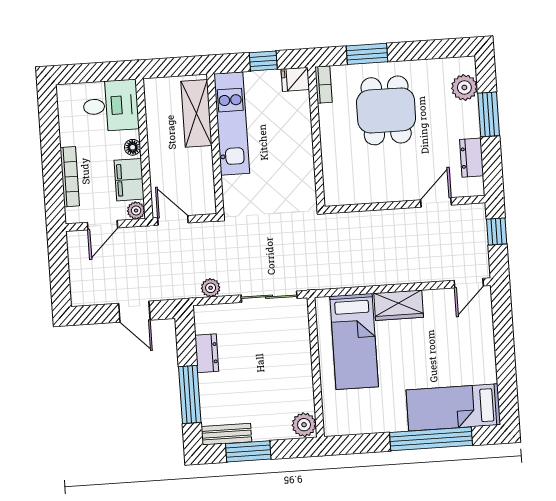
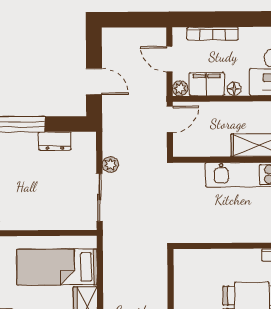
plant: (211, 288) -> (110, 164), moved
door: (134, 312) -> (94, 81), swing flipped

